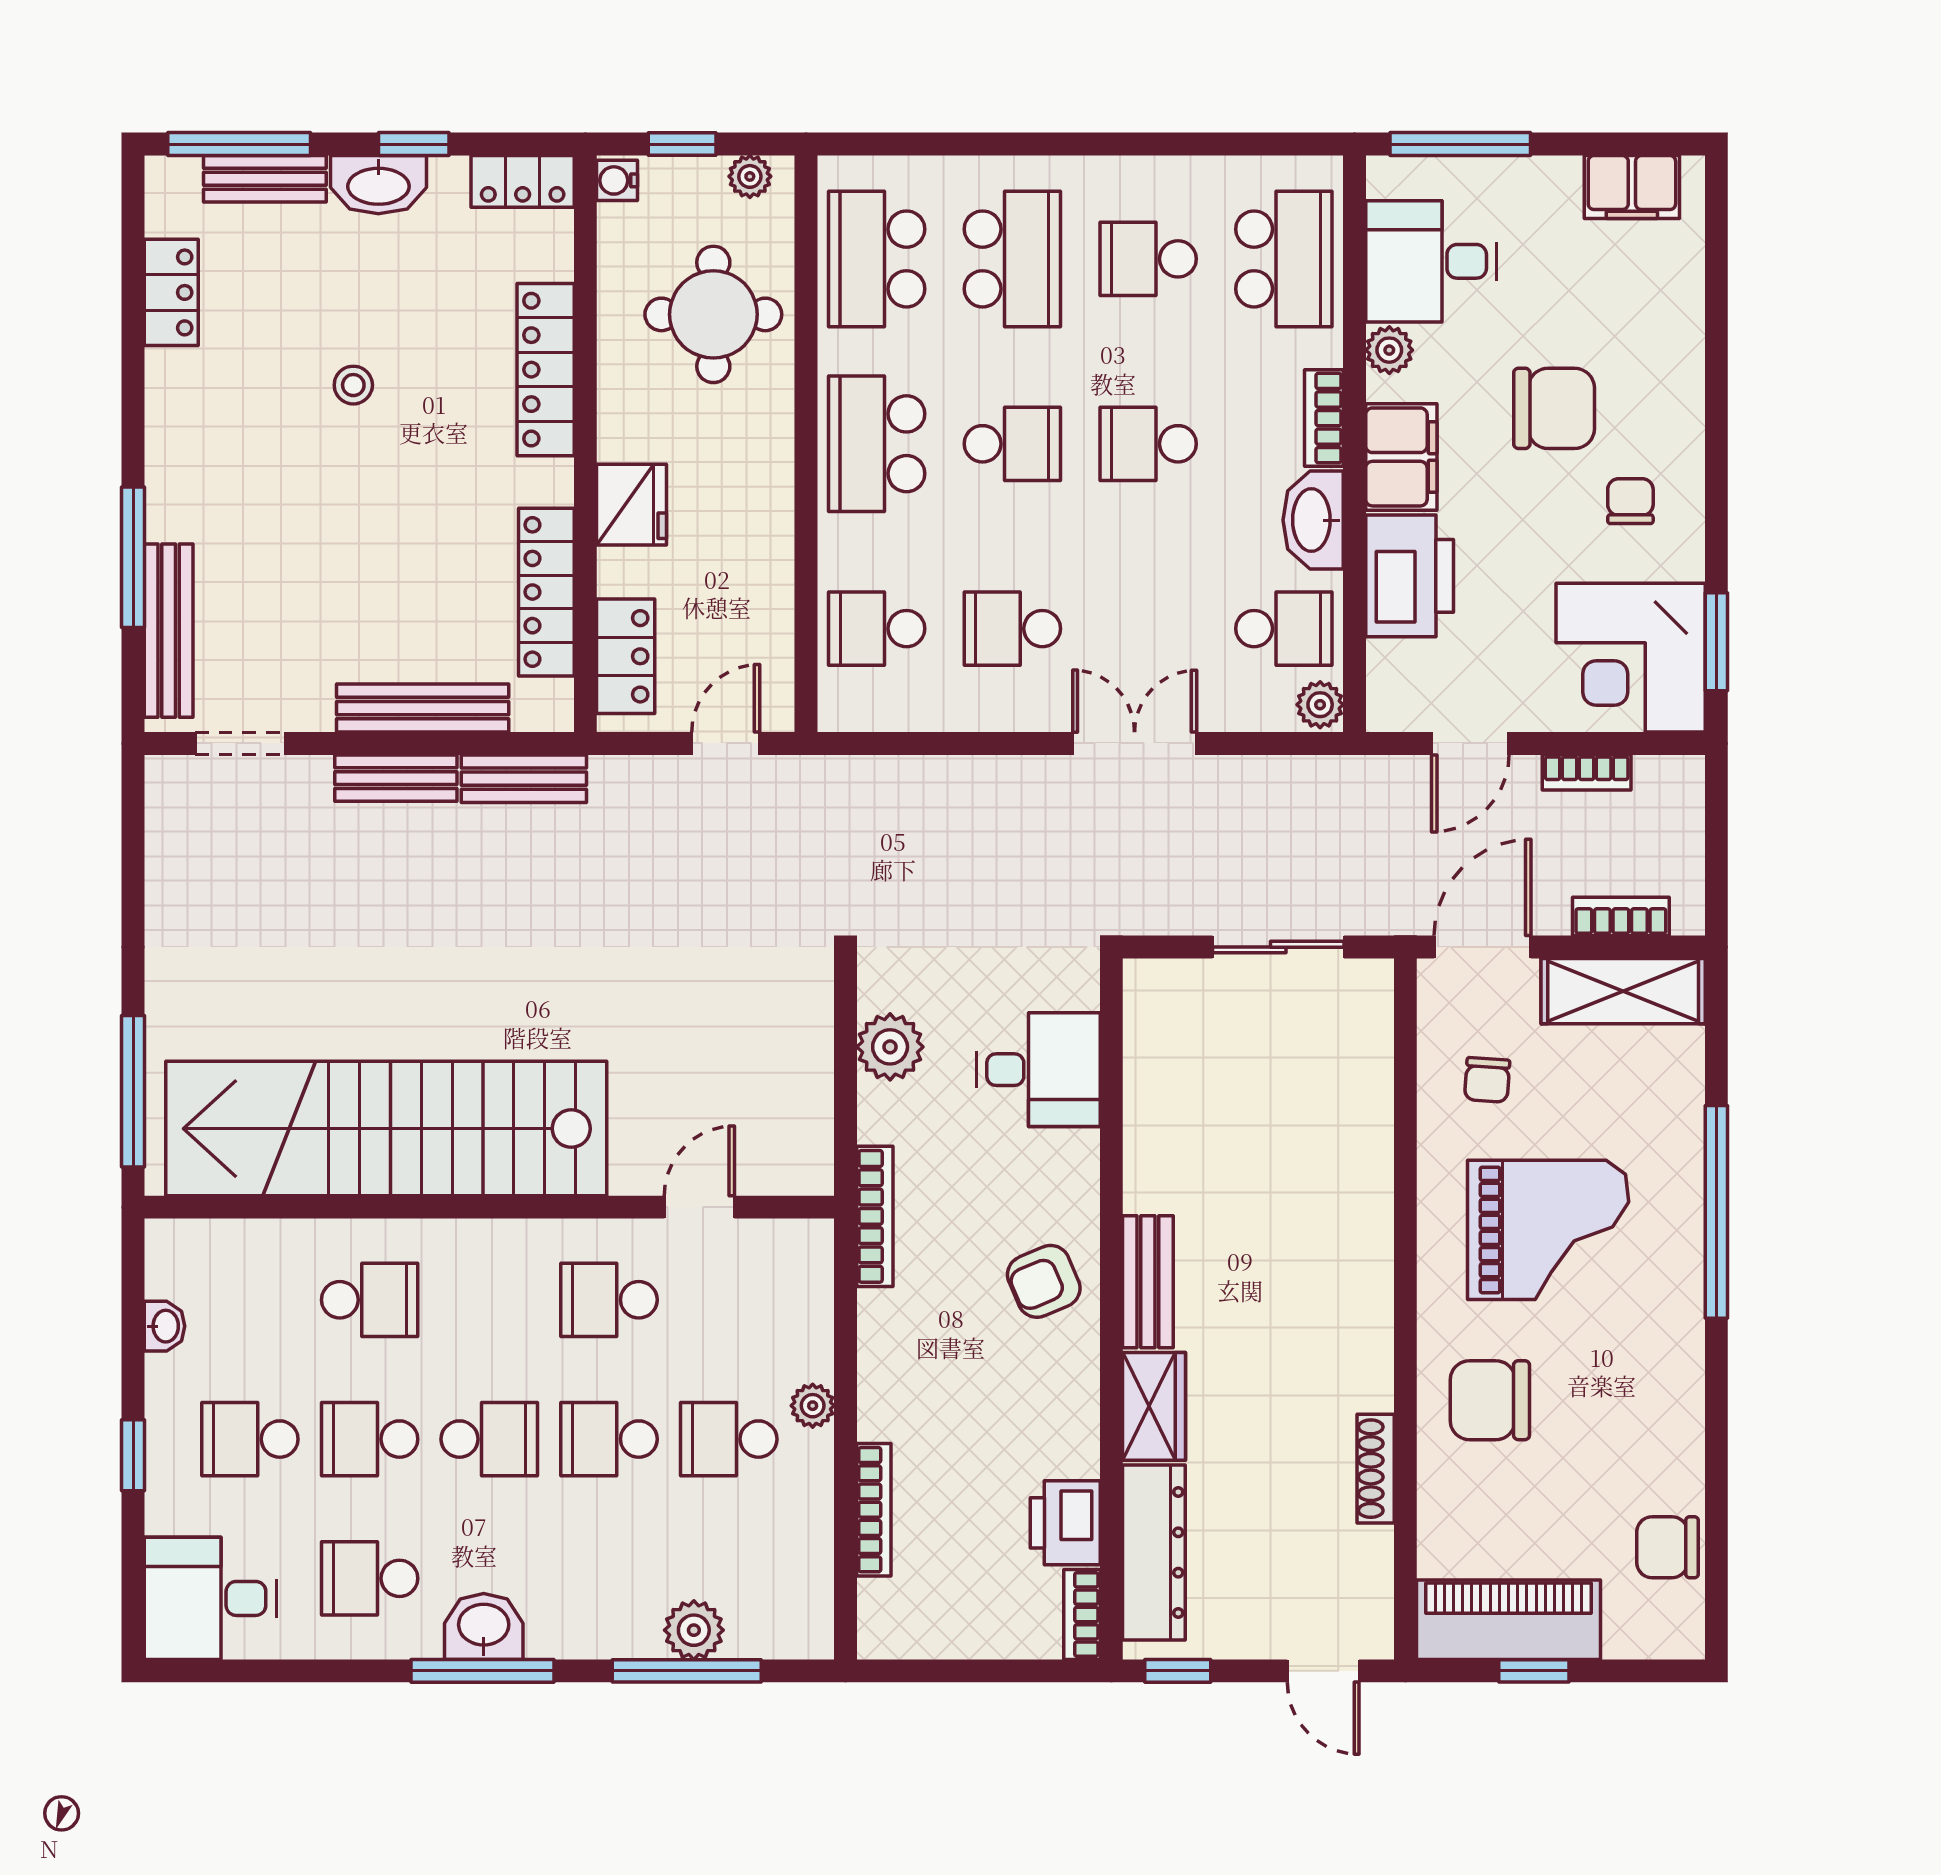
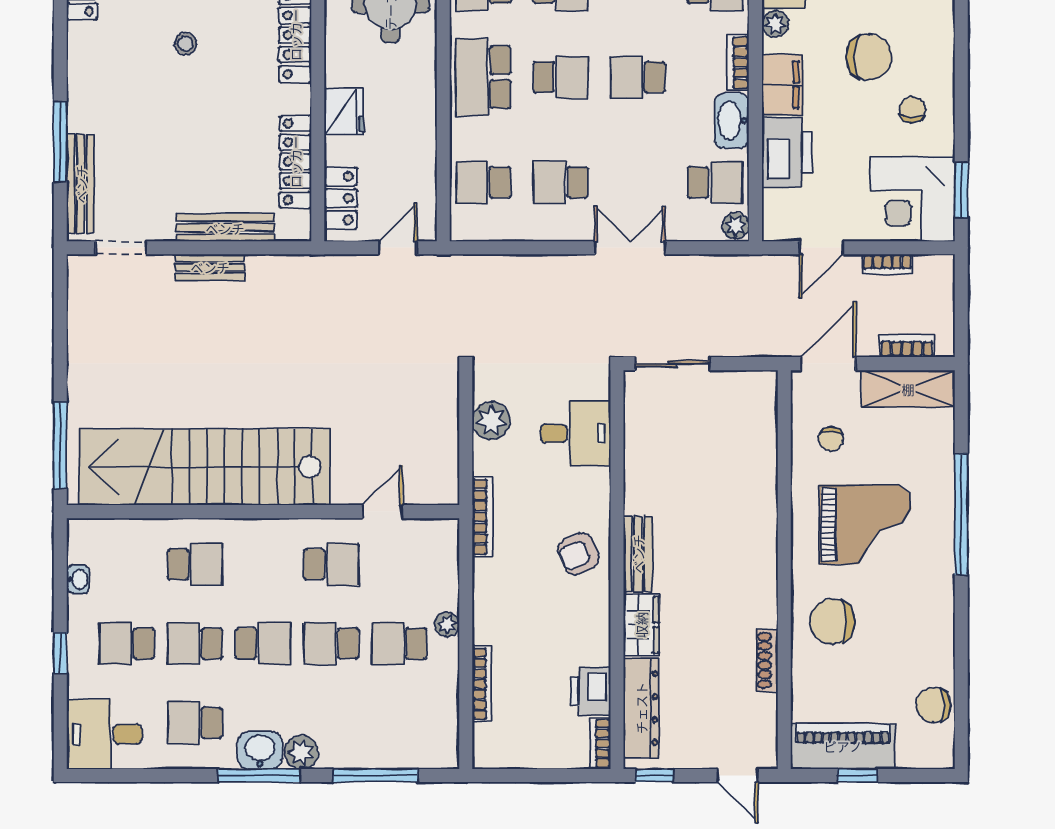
bench: (524, 779) -> (283, 268), removed
sliding door: (1278, 947) -> (672, 364), moved
school desk: (609, 1300) -> (331, 564), turned 180
plant: (694, 1630) -> (301, 752), moved

